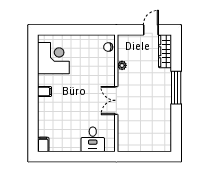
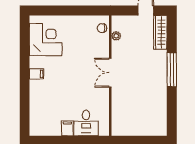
plant: (122, 65) -> (116, 36), moved
double door: (116, 100) -> (110, 73), moved
filing cabinet: (43, 144) -> (67, 128), moved

